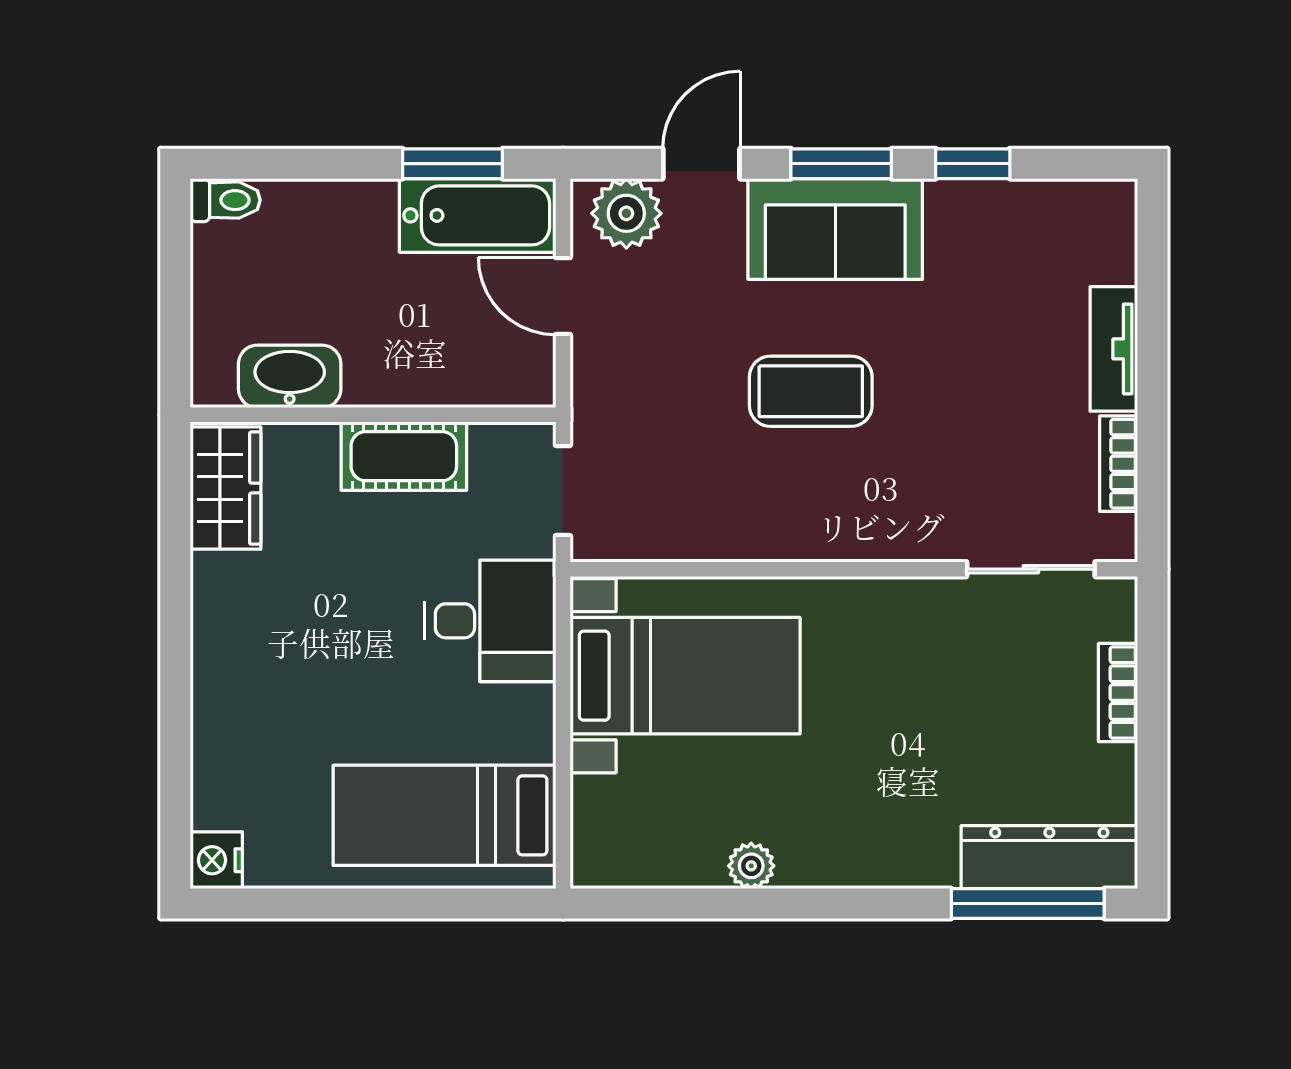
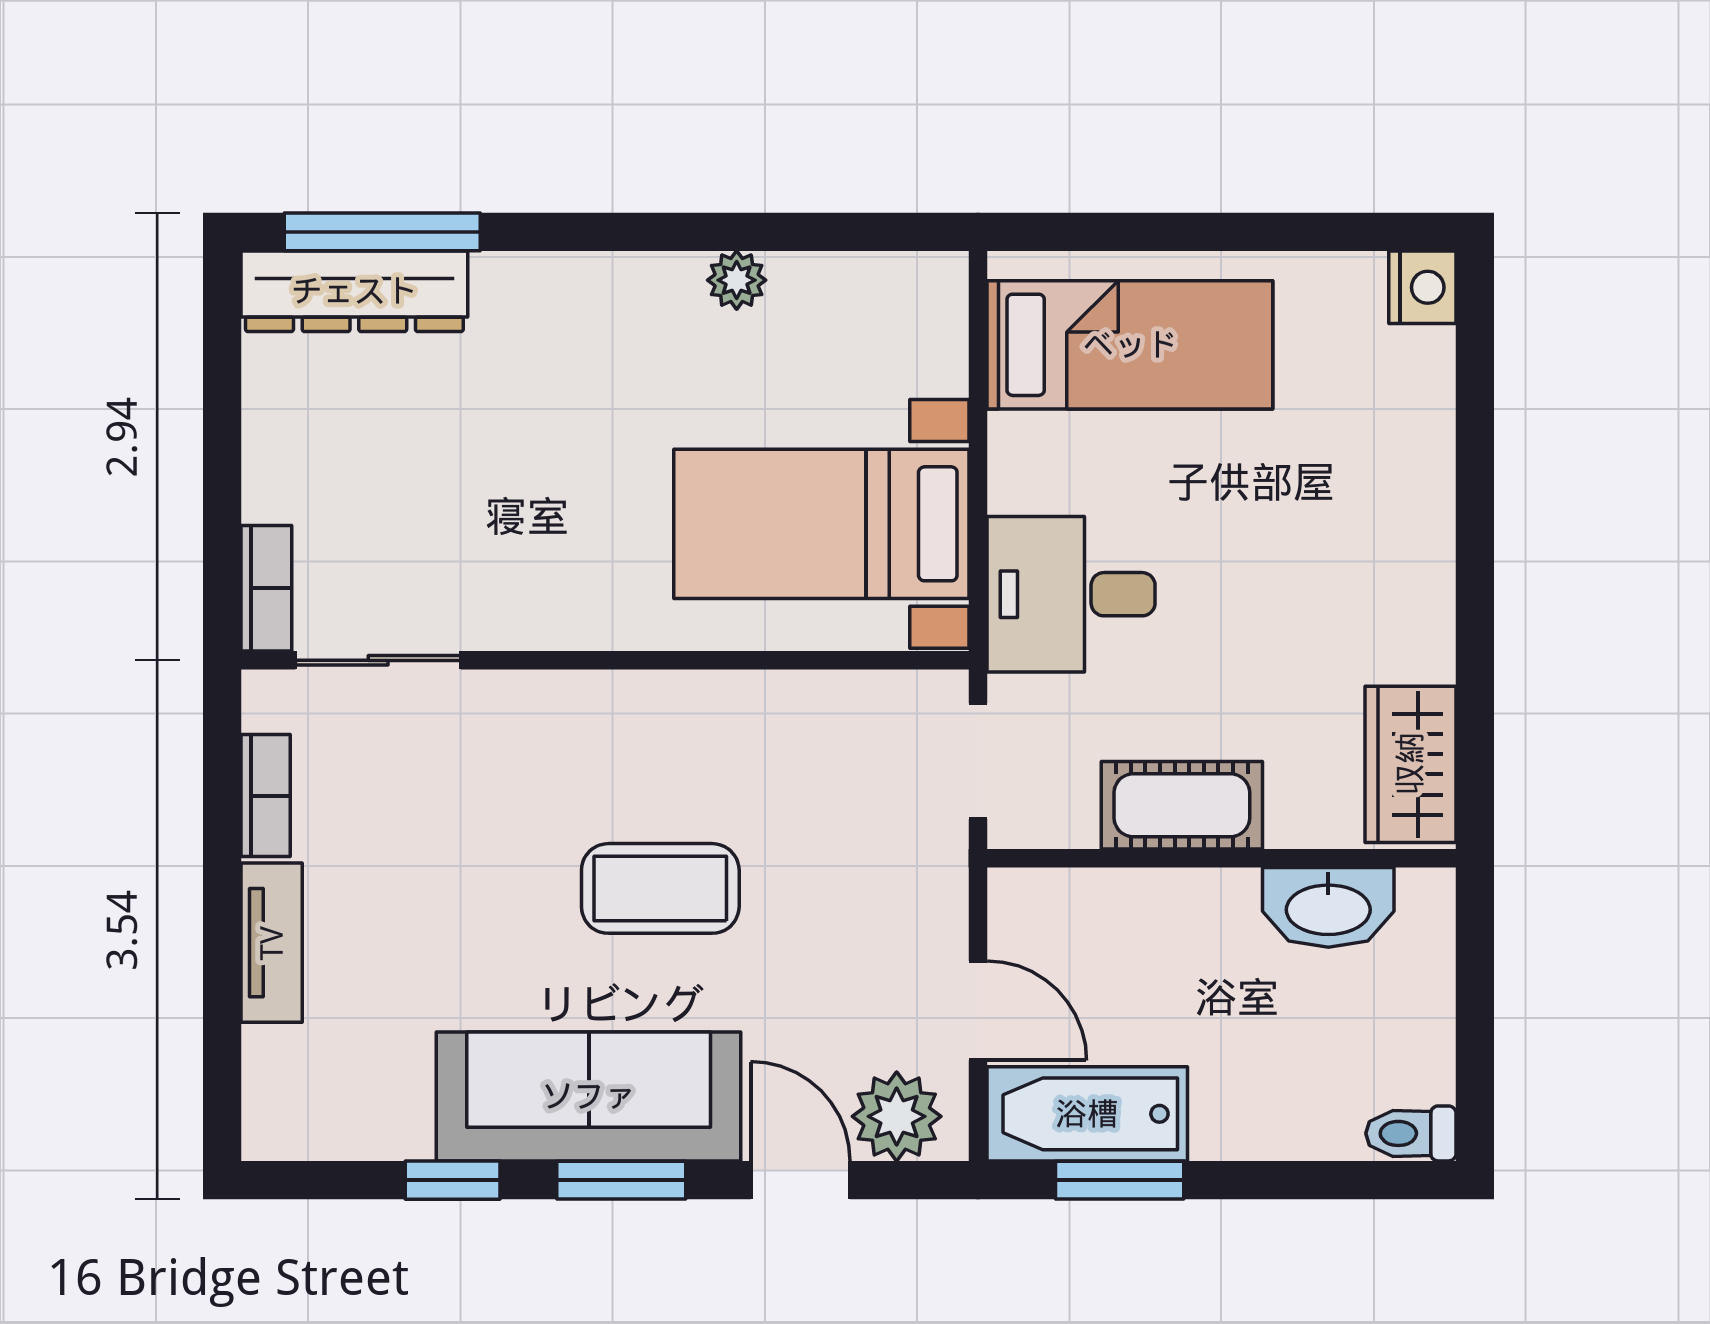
door: (701, 164) -> (800, 1180), swing flipped
sofa: (835, 229) -> (589, 1096), width x1.36
bookcase: (1118, 693) -> (266, 588), moved

